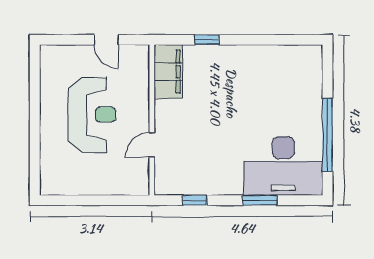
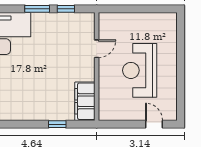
door: (106, 40) -> (154, 124), moved
window: (260, 200) -> (37, 9), moved

